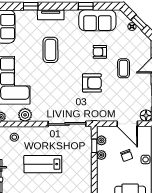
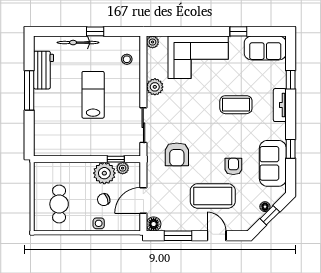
coffee table: (124, 68) -> (213, 196), width x1.86, depth x1.72
armchair: (92, 83) -> (177, 154), moved
plant: (25, 115) -> (155, 87), moved
sliding door: (67, 124) -> (143, 125), width x0.73
plant: (101, 155) -> (104, 173), width x1.88, depth x1.88

